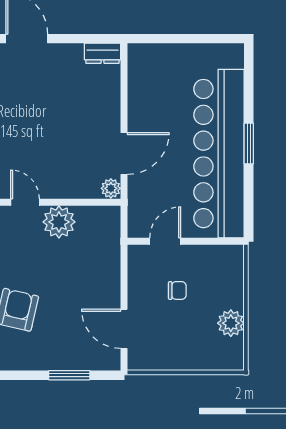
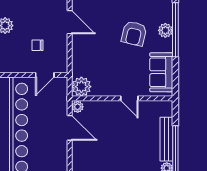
door: (124, 153) -> (70, 128), swing flipped
plant: (59, 222) -> (81, 87), moved

